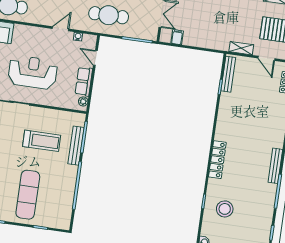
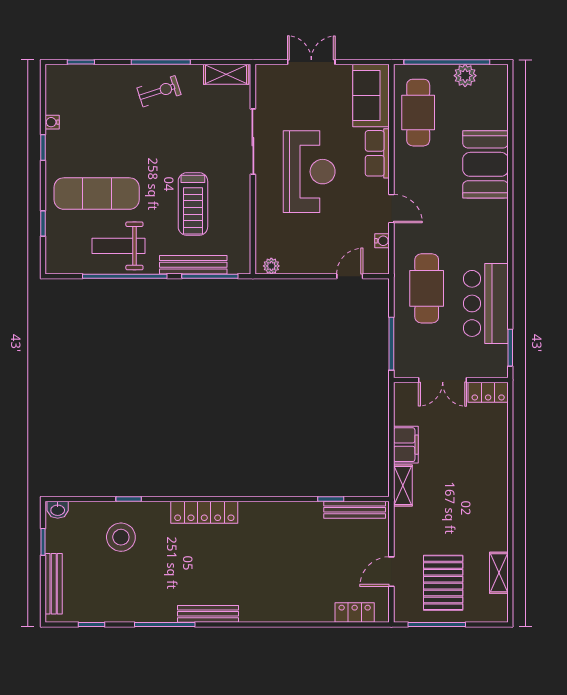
filing cabinet: (177, 37) -> (406, 445), moved, width x2.00
shelving: (241, 48) -> (403, 485), moved
row of seats: (84, 81) -> (377, 153), moved, turned -90
weight bench: (59, 186) -> (119, 246), added

